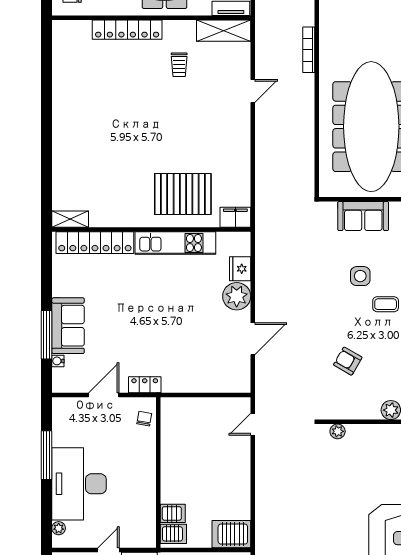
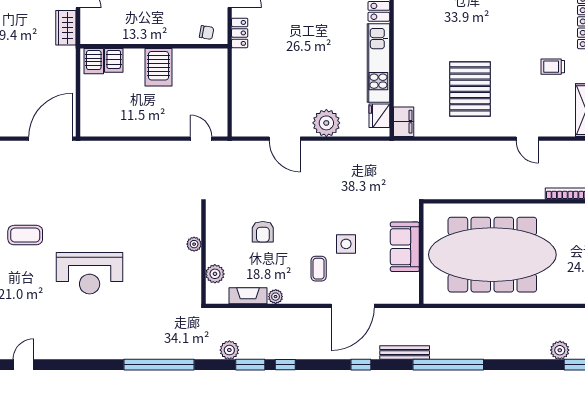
pallet: (183, 194) -> (470, 89), moved
fridge: (240, 269) -> (379, 116), moved, turned -90
armchair: (348, 361) -> (263, 232), turned 150
plant: (338, 431) -> (194, 244), moved
server rack: (231, 534) -> (159, 67), moved, turned 180

